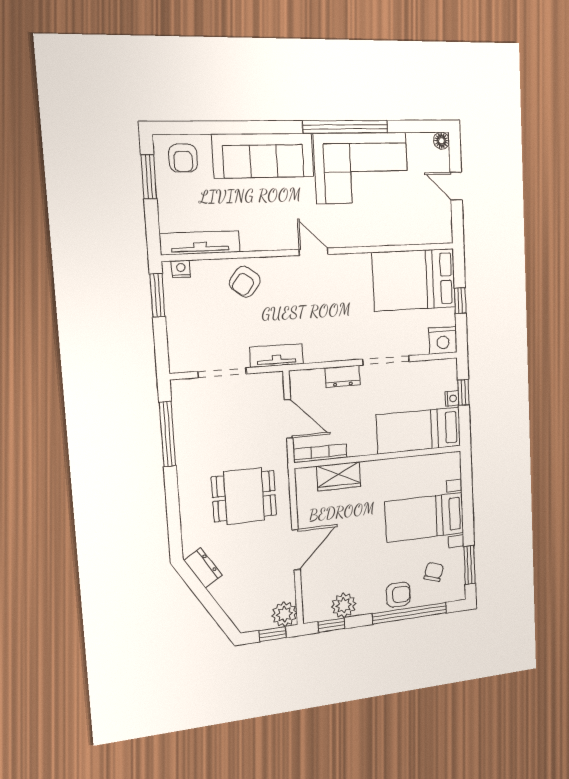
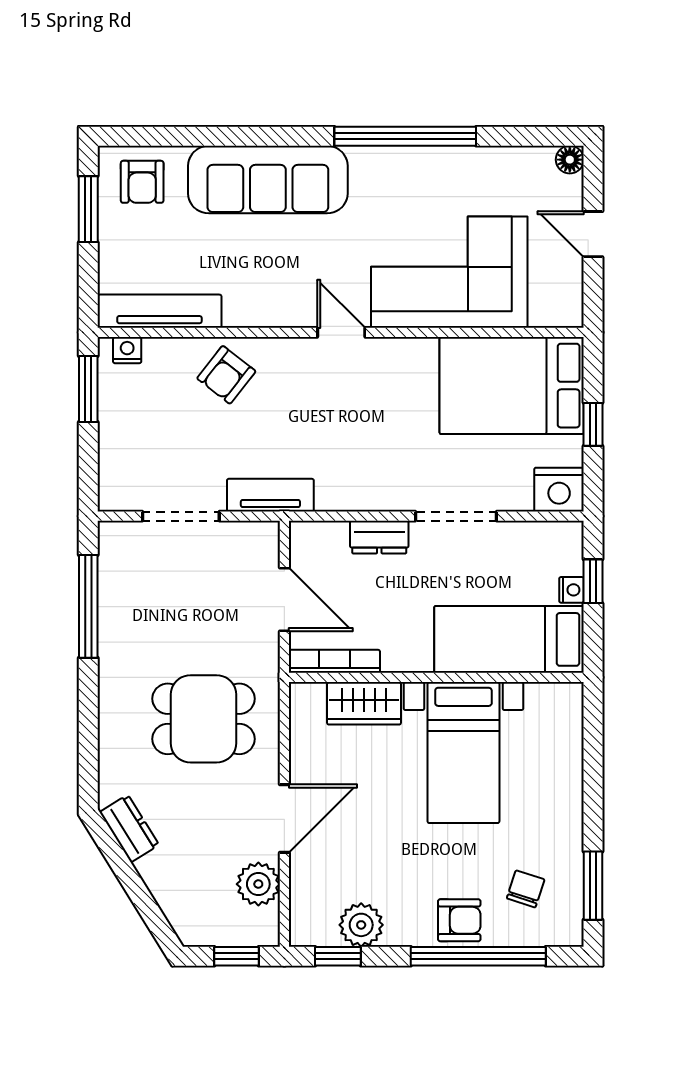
corner sofa: (361, 168) -> (449, 272), moved, turned 180
bed with nightstands: (425, 517) -> (463, 753), moved, turned -90
plant: (284, 614) -> (258, 884), moved

